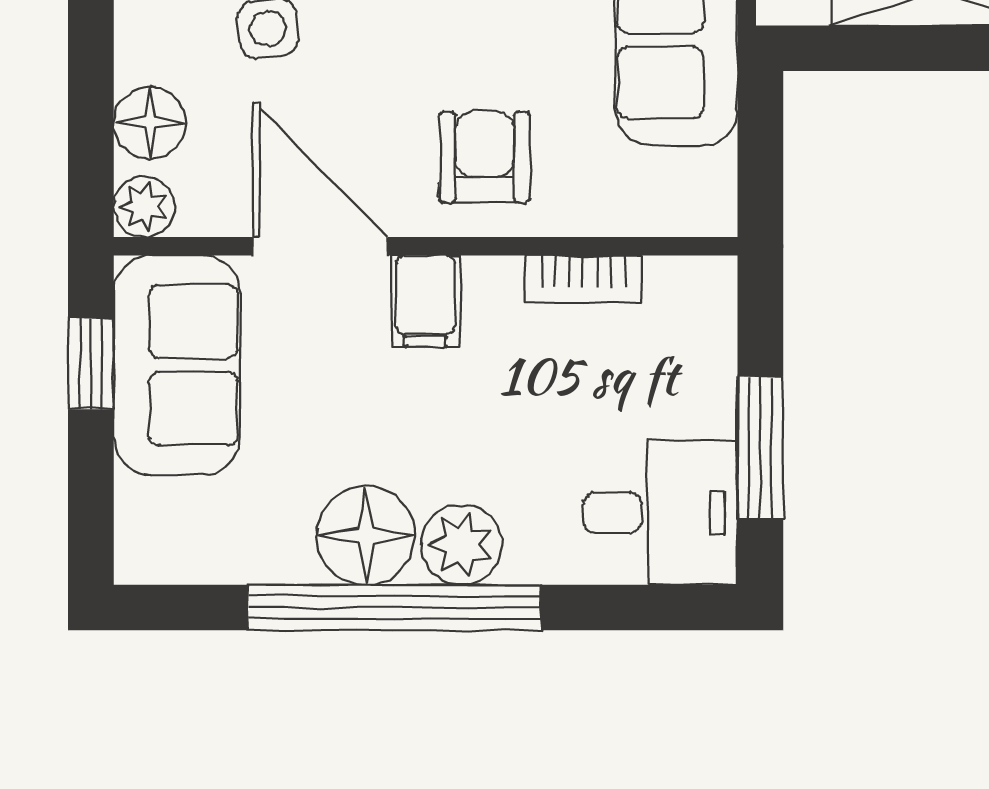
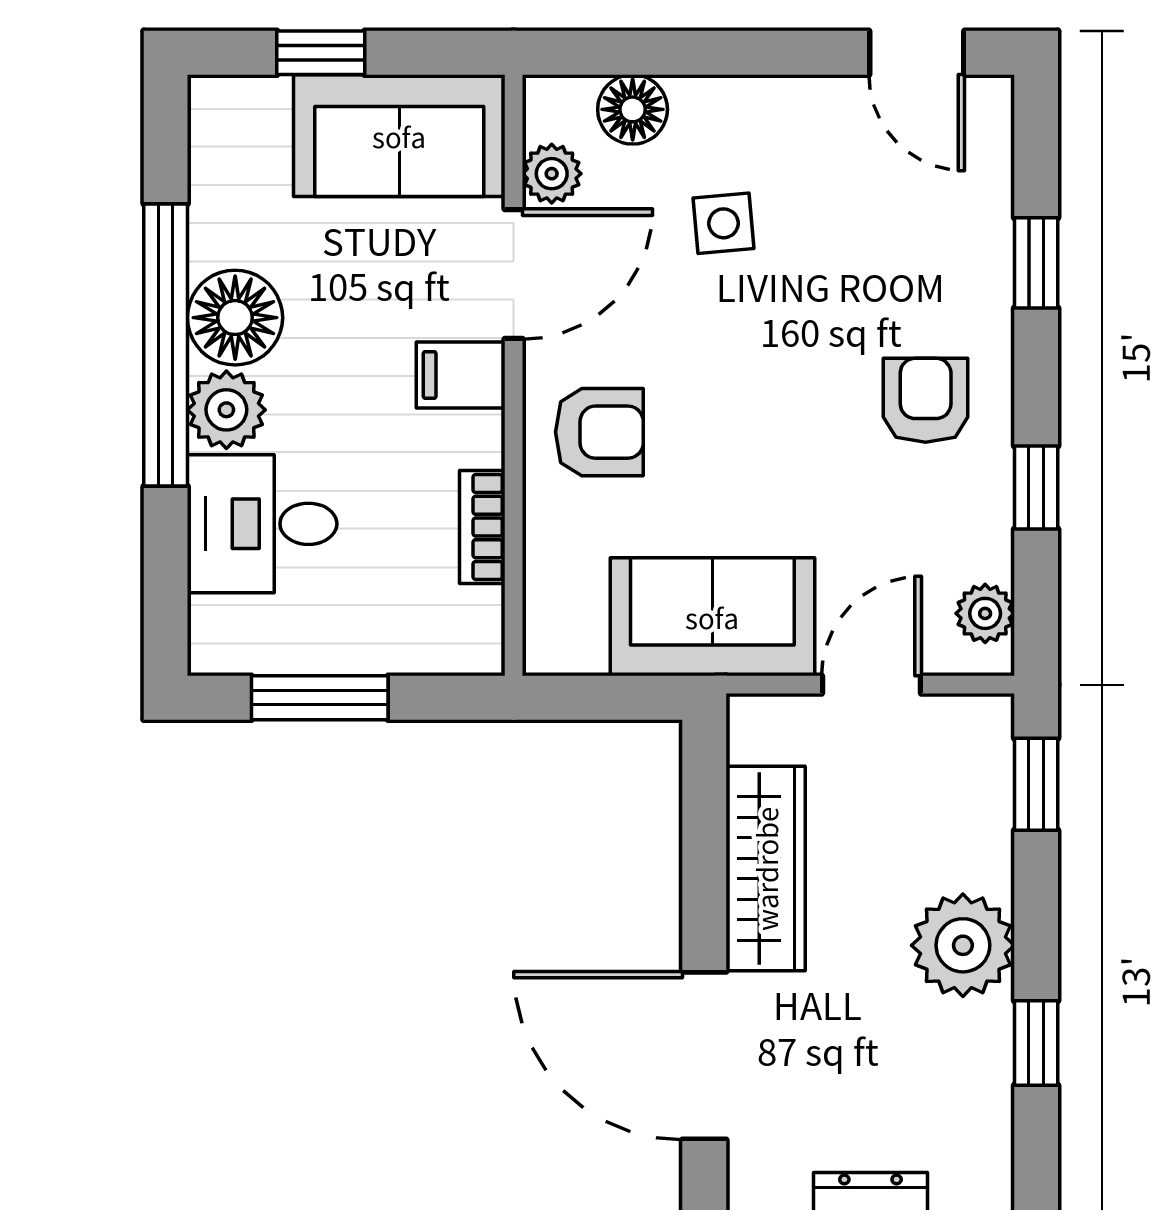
plant: (144, 207) -> (552, 174), moved
window: (91, 364) -> (321, 53), moved
desk: (660, 513) -> (262, 524), moved, turned 90

